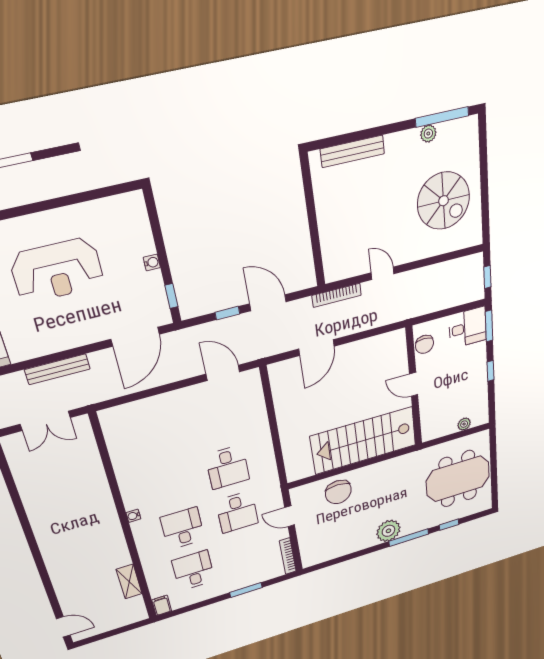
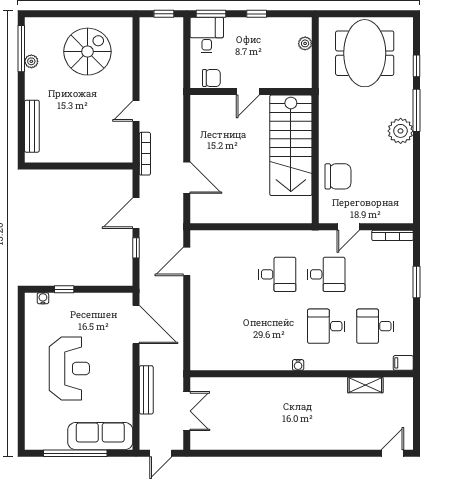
water cooler: (152, 262) -> (43, 298), moved
window: (171, 296) -> (64, 289), moved

